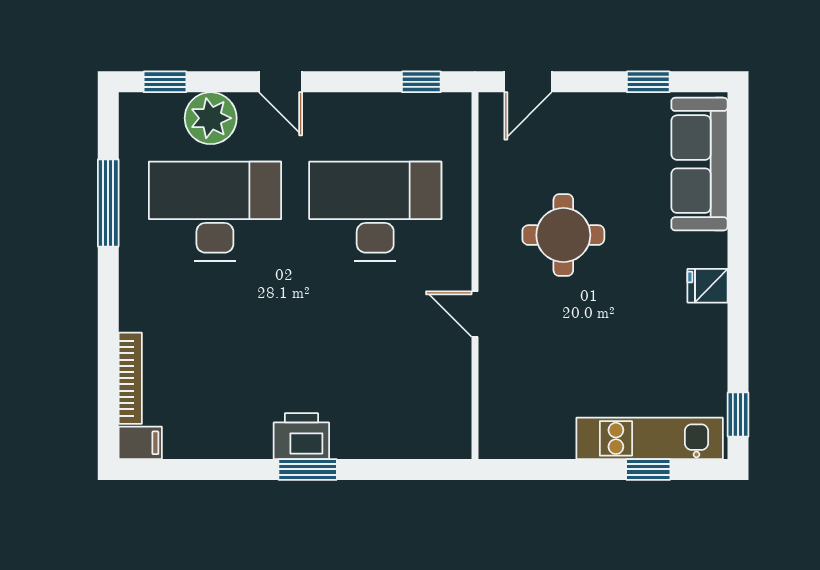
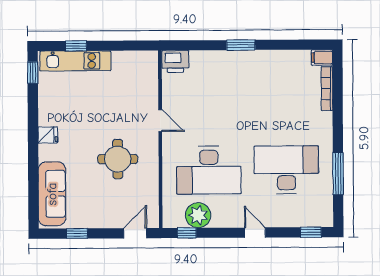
plant: (211, 118) -> (198, 215), moved
desk: (215, 211) -> (286, 170), turned 180
printer: (301, 436) -> (175, 61), moved

